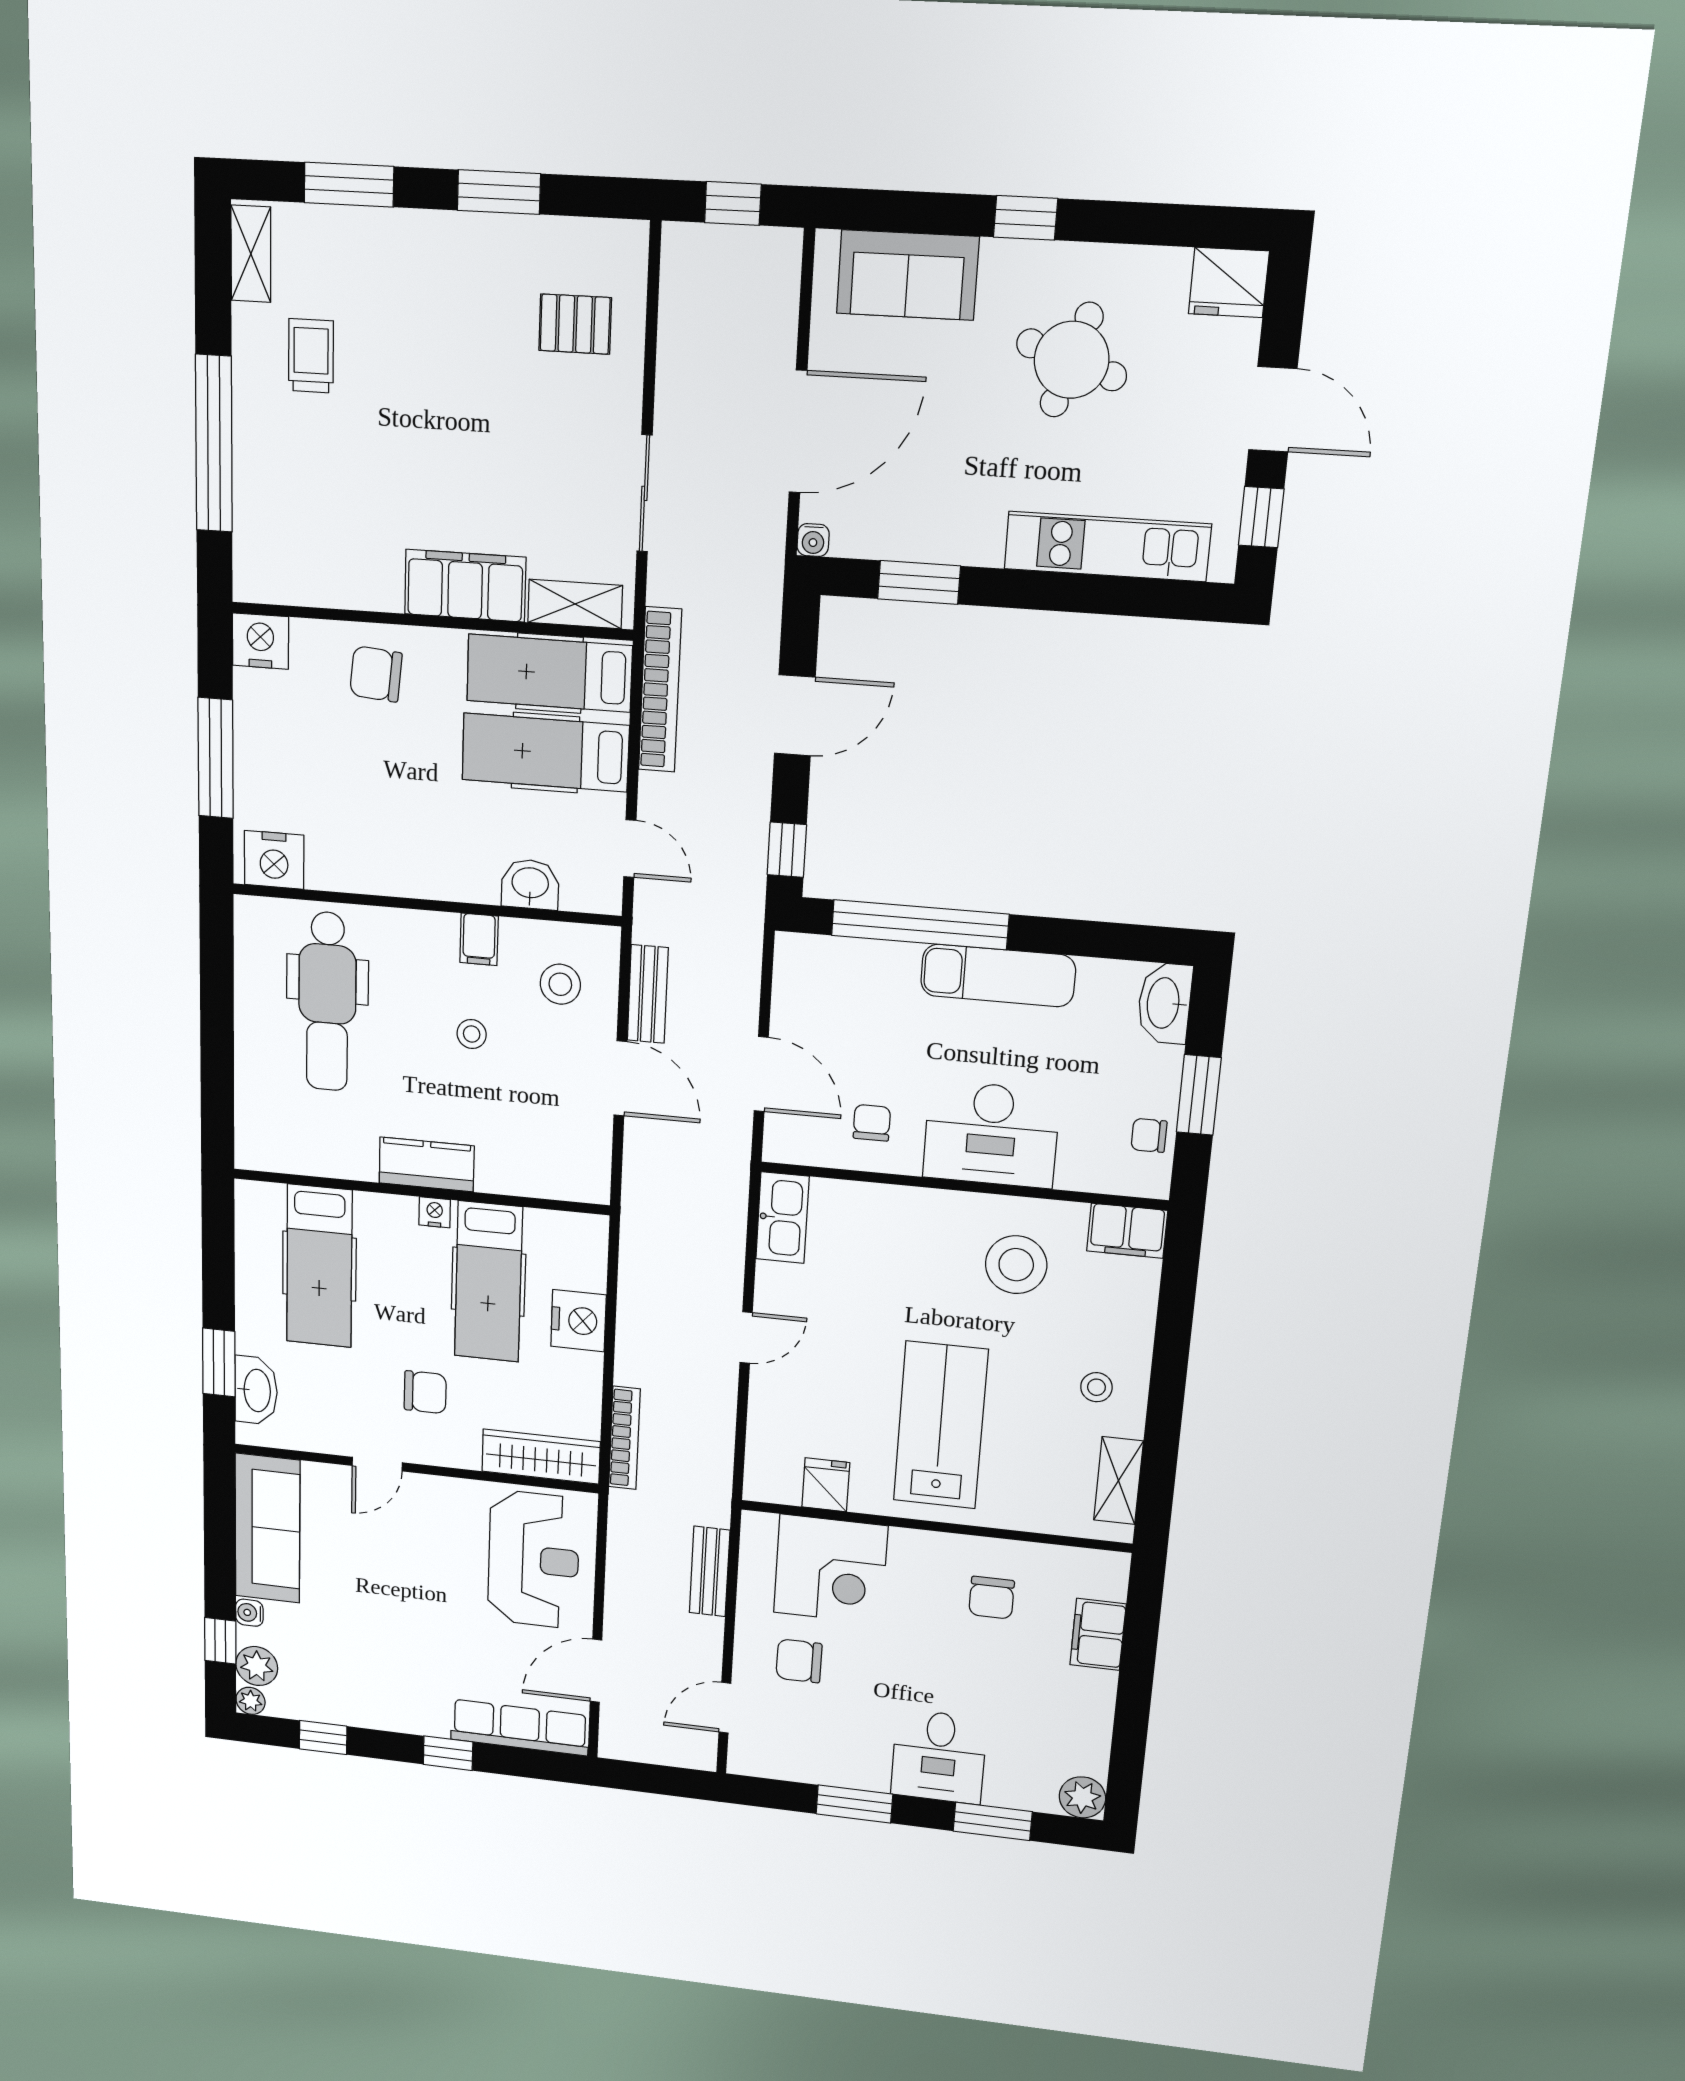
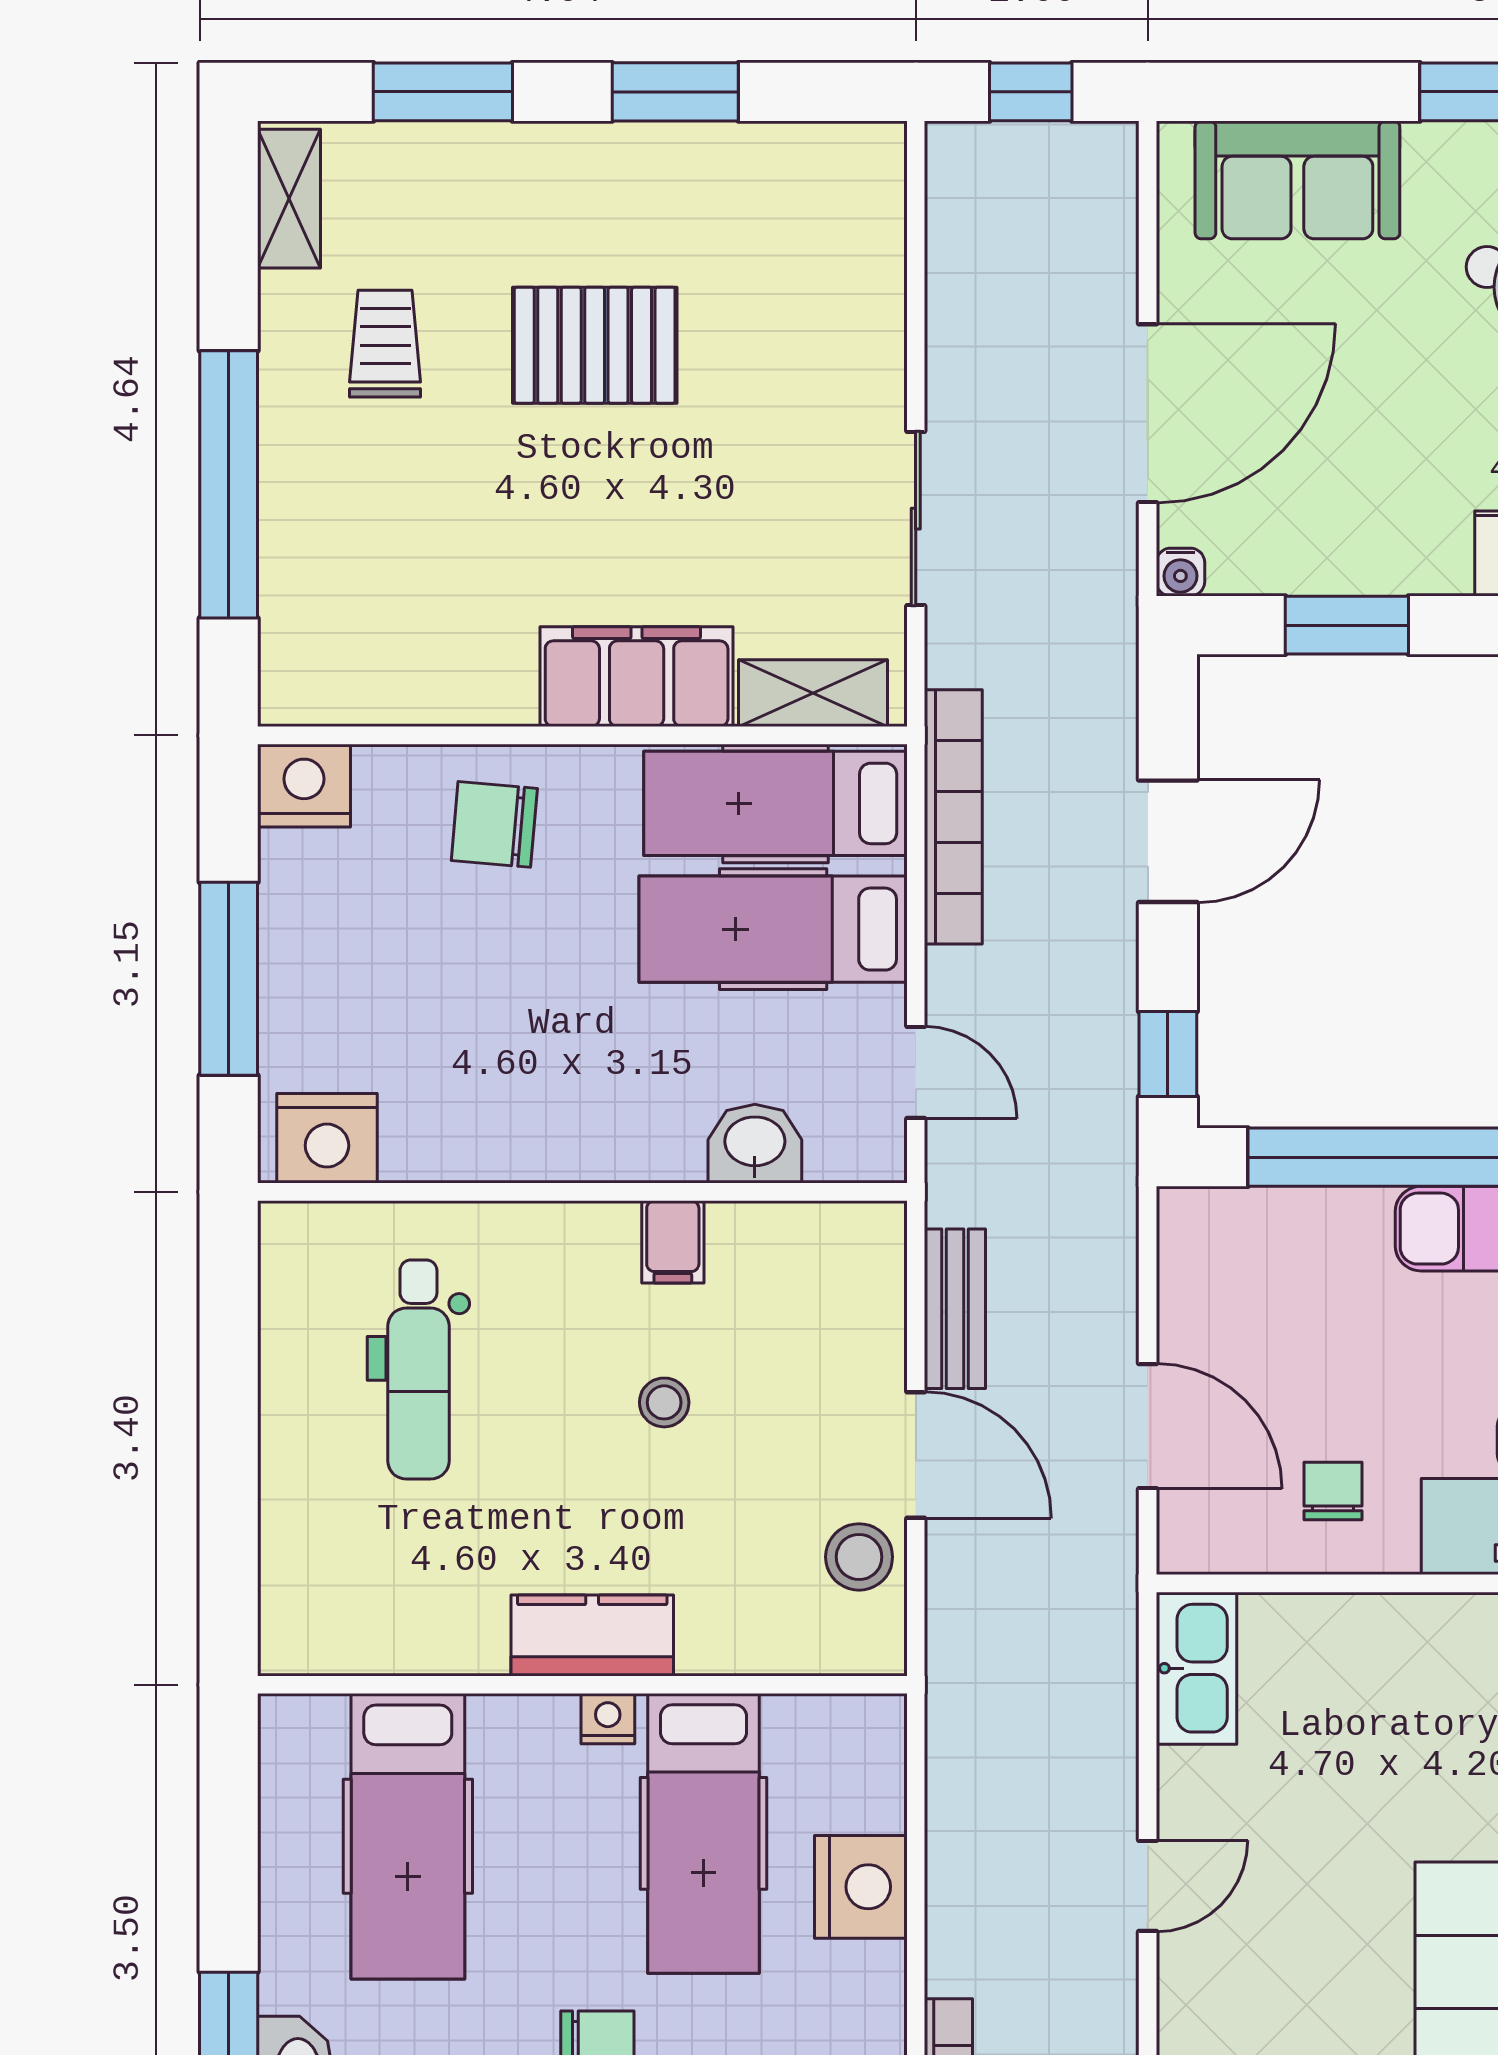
pallet: (575, 324) -> (595, 345), moved, width x1.50, depth x1.42
stool: (560, 984) -> (859, 1557), moved
dental chair: (327, 1002) -> (418, 1369), width x0.73, depth x0.72

